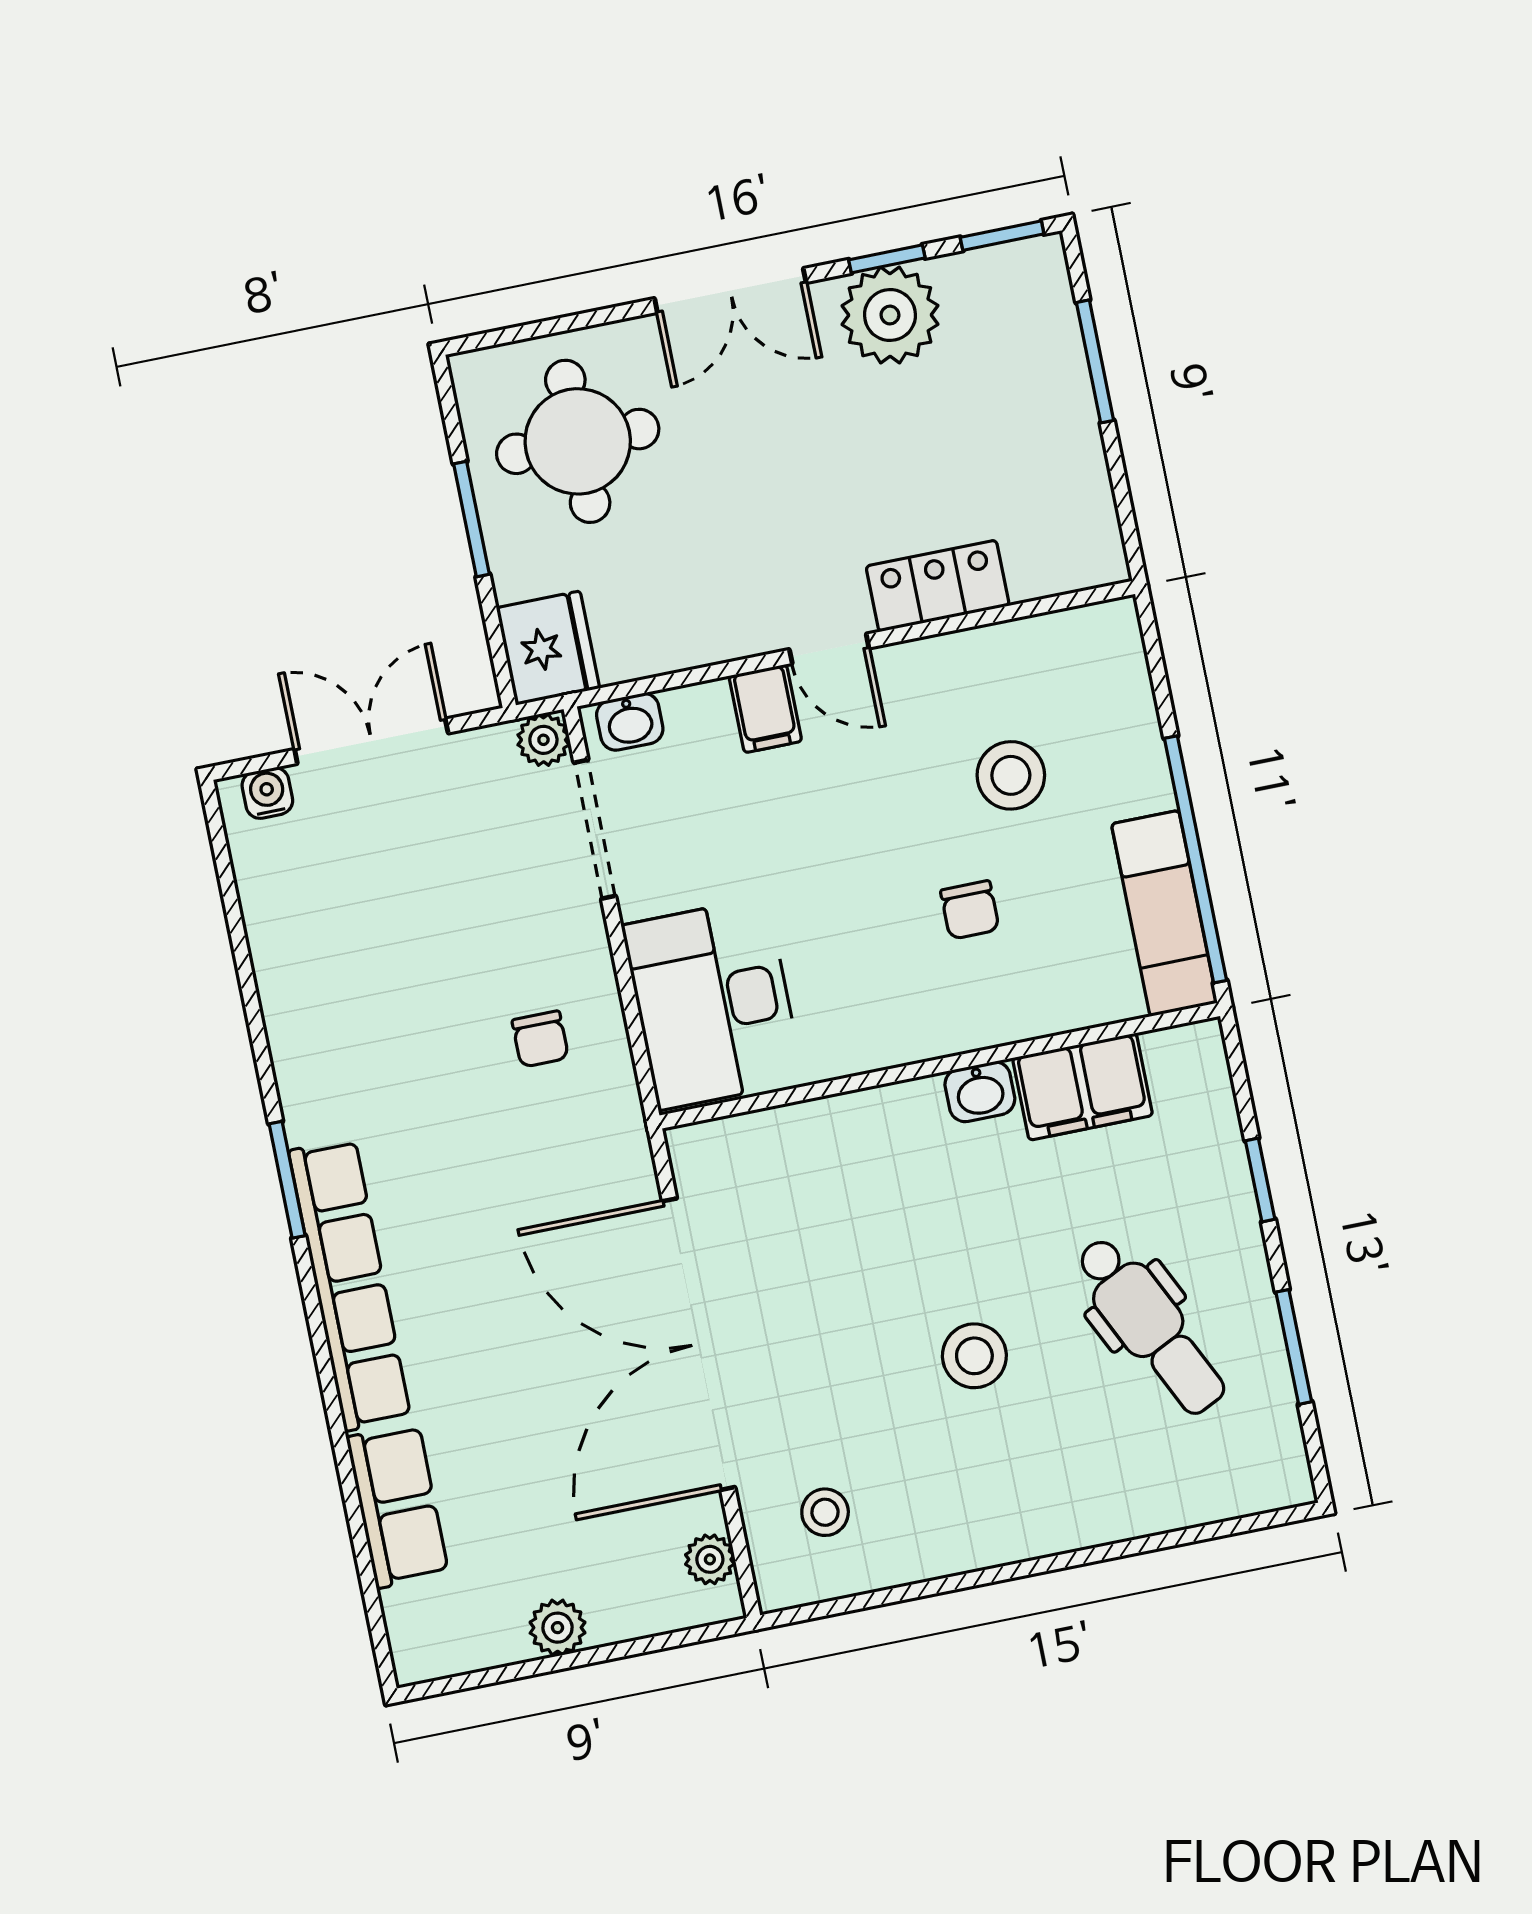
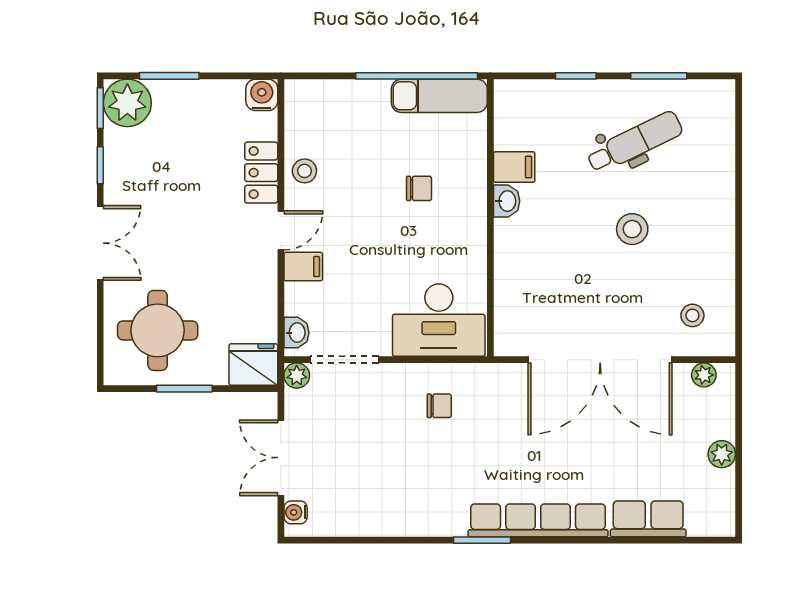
plant: (890, 315) -> (127, 103), moved
water cooler: (1094, 556) -> (262, 95), added
stool: (1011, 775) -> (304, 171), moved, width x0.73, depth x0.73
filing cabinet: (1083, 1087) -> (514, 167), width x0.50

